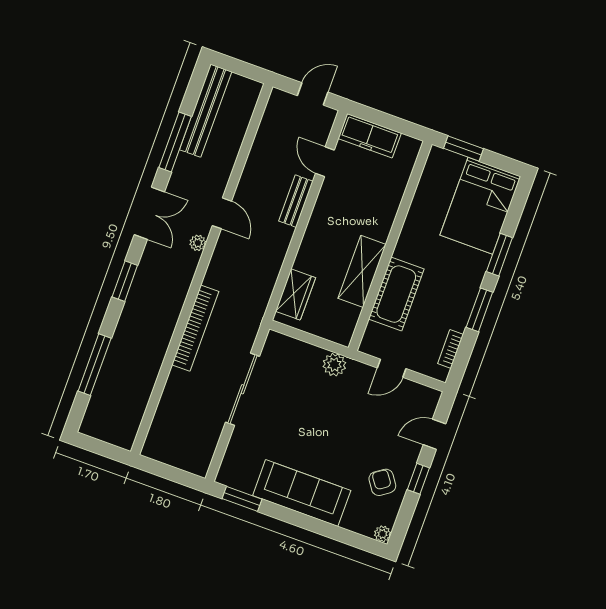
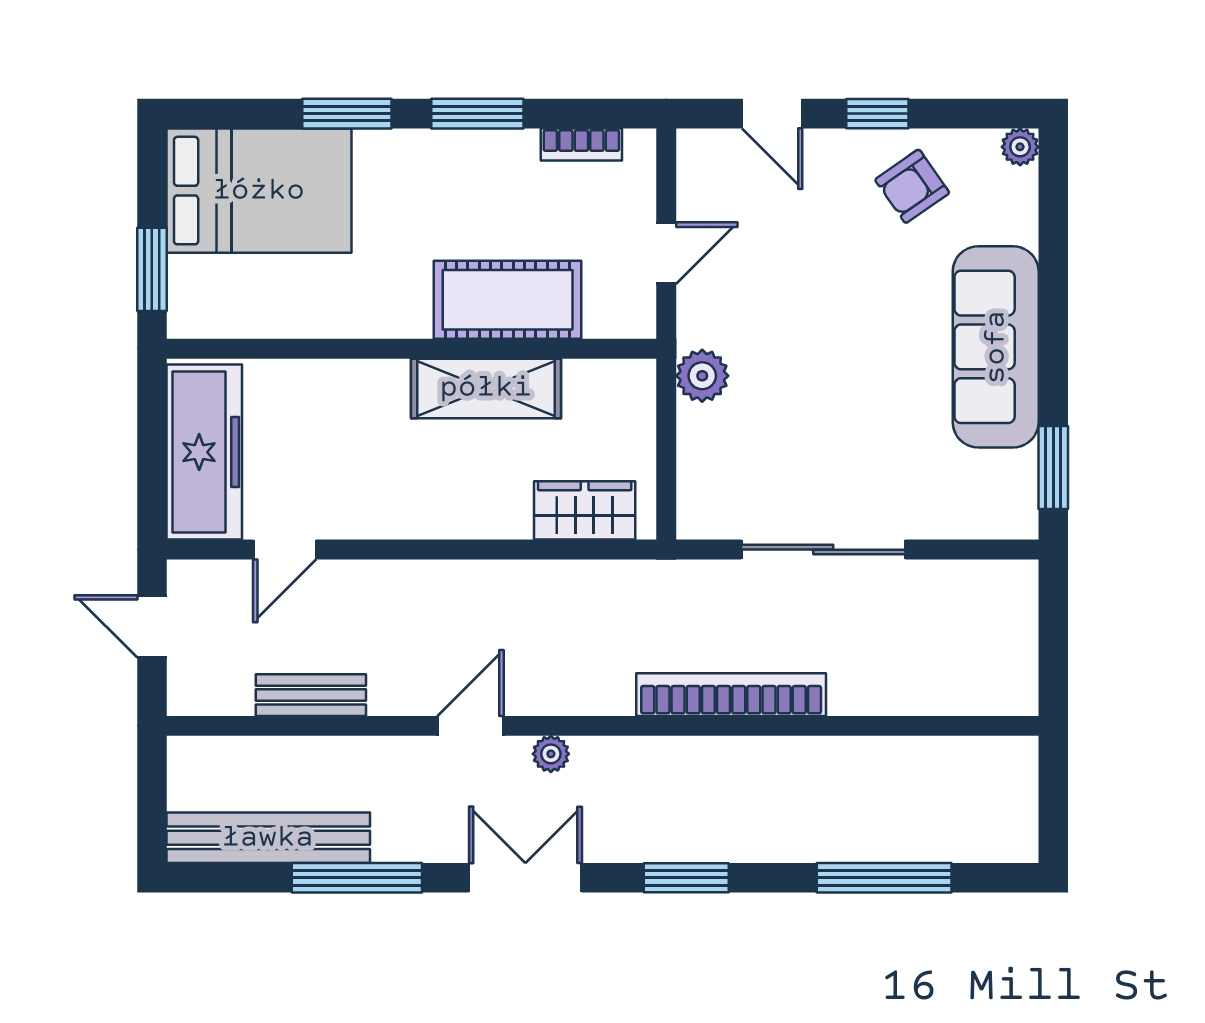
freezer: (370, 136) -> (204, 452), width x1.36, depth x1.26
bench: (296, 201) -> (311, 695), moved
door: (392, 368) -> (666, 253), hinge flipped

